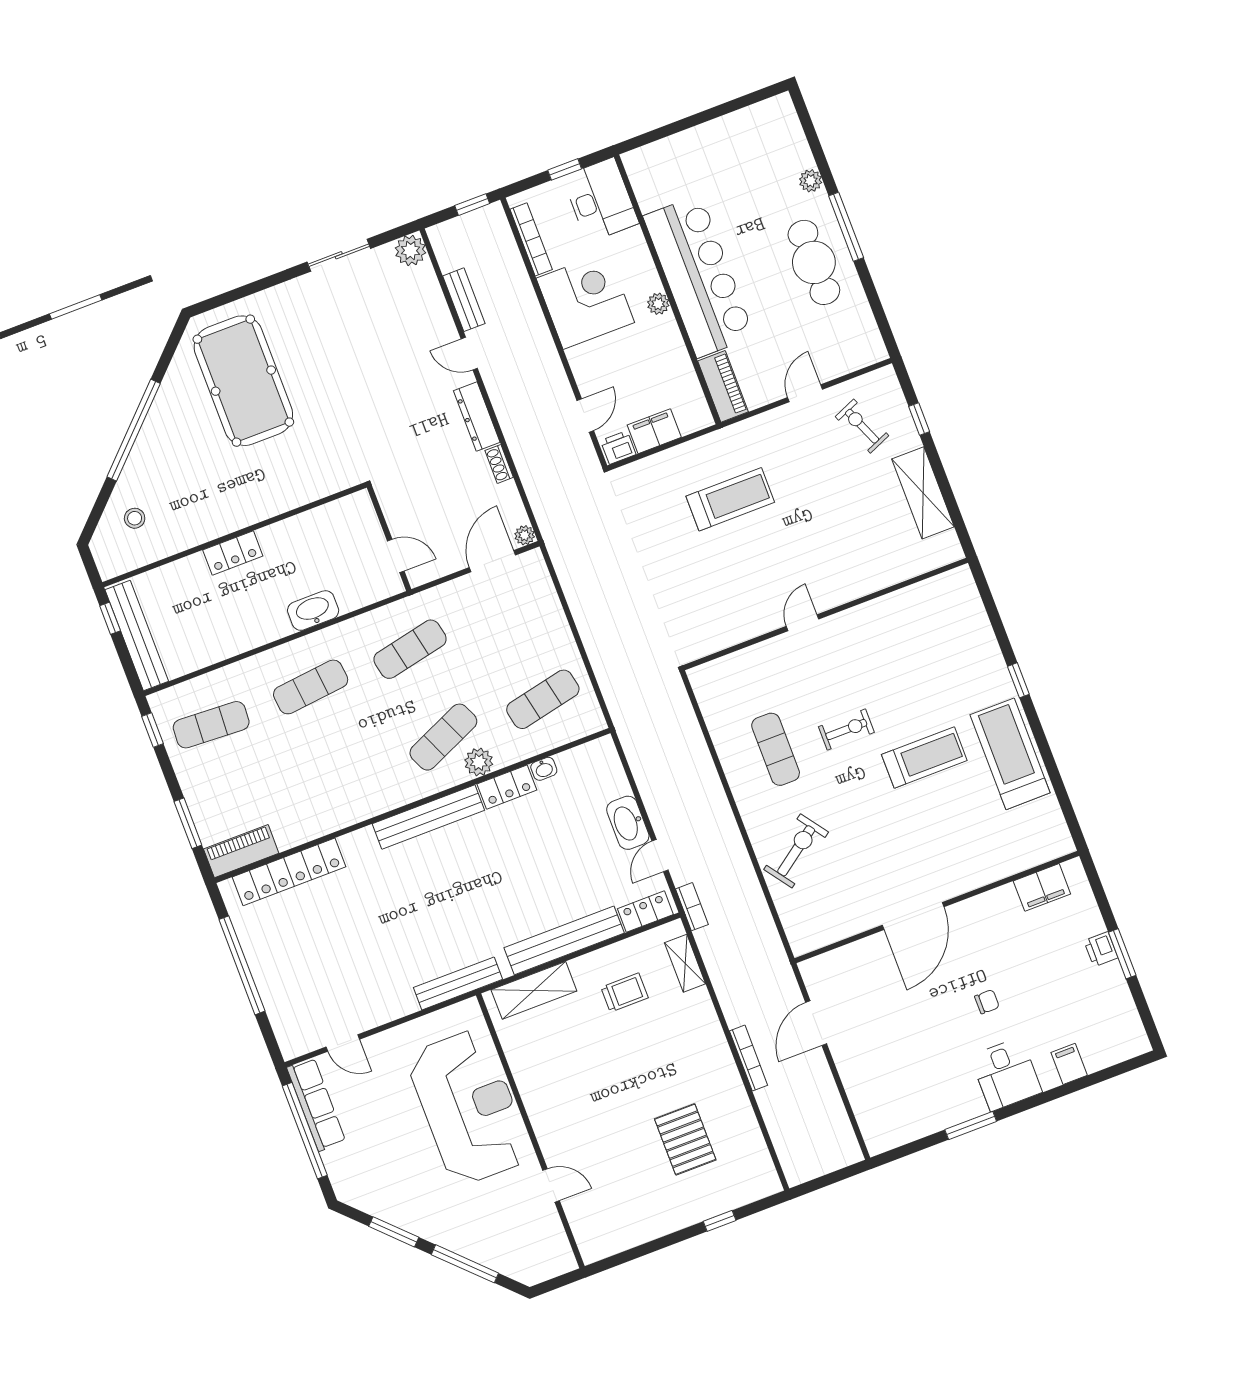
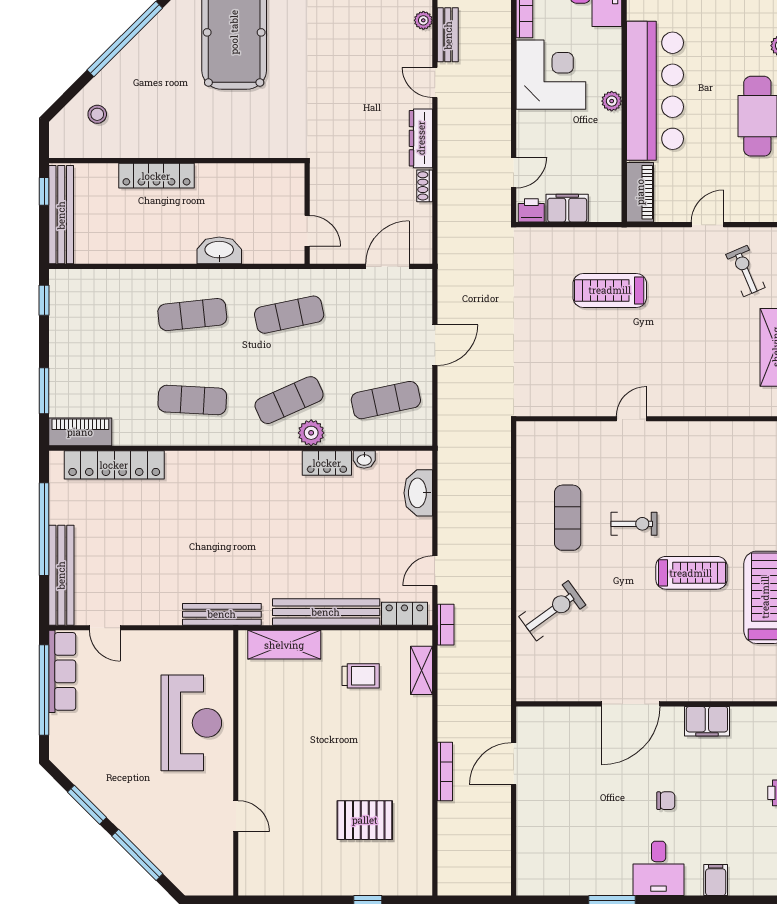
treadmill: (730, 499) -> (610, 290), turned 180
plant: (525, 535) -> (423, 20), moved
locker: (233, 553) -> (156, 176), width x1.53
door: (572, 624) -> (435, 345), added
exercise mat: (211, 725) -> (192, 400), moved
bench: (428, 817) -> (61, 575), moved, turned 90
washbasin: (628, 823) -> (418, 493), moved
filing cabinet: (1042, 887) -> (707, 721), moved
reception desk: (469, 1107) -> (191, 723), width x0.74, depth x0.77
pallet: (685, 1139) -> (365, 820), turned 90

